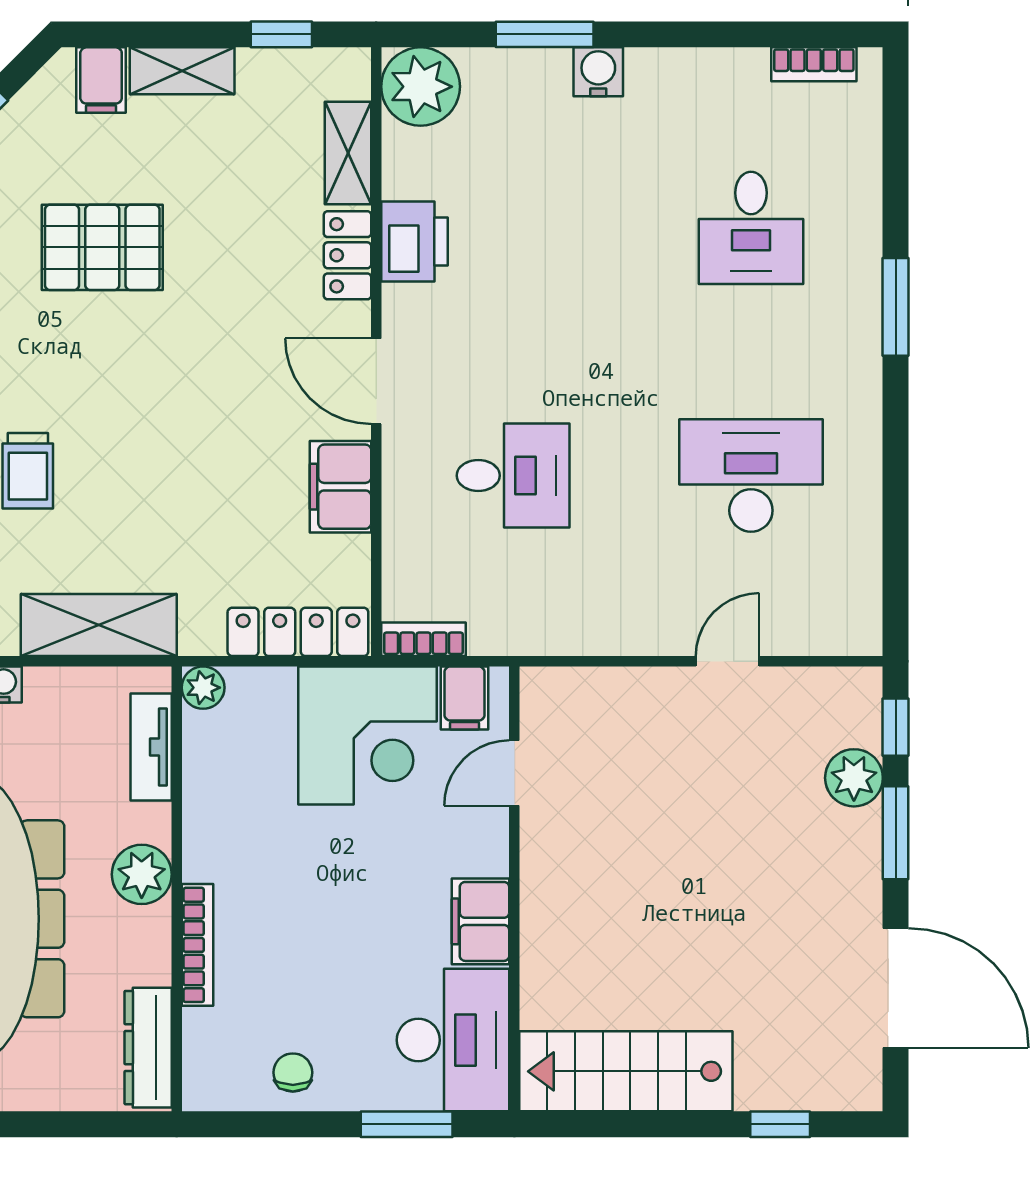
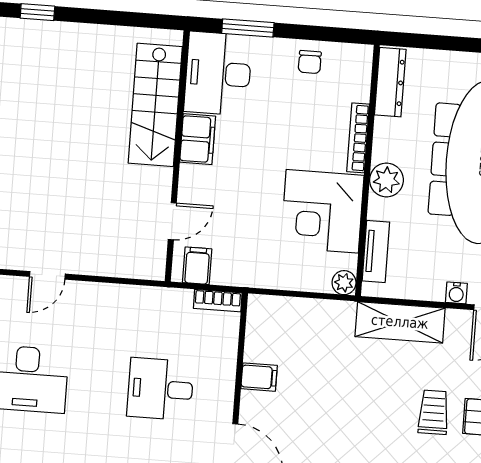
filing cabinet: (340, 487) -> (259, 377), width x0.50
locker: (298, 632) -> (288, 310), removed
corner desk: (368, 735) -> (322, 211), moved, turned -90
stairs: (626, 1071) -> (155, 105), moved, turned 90

